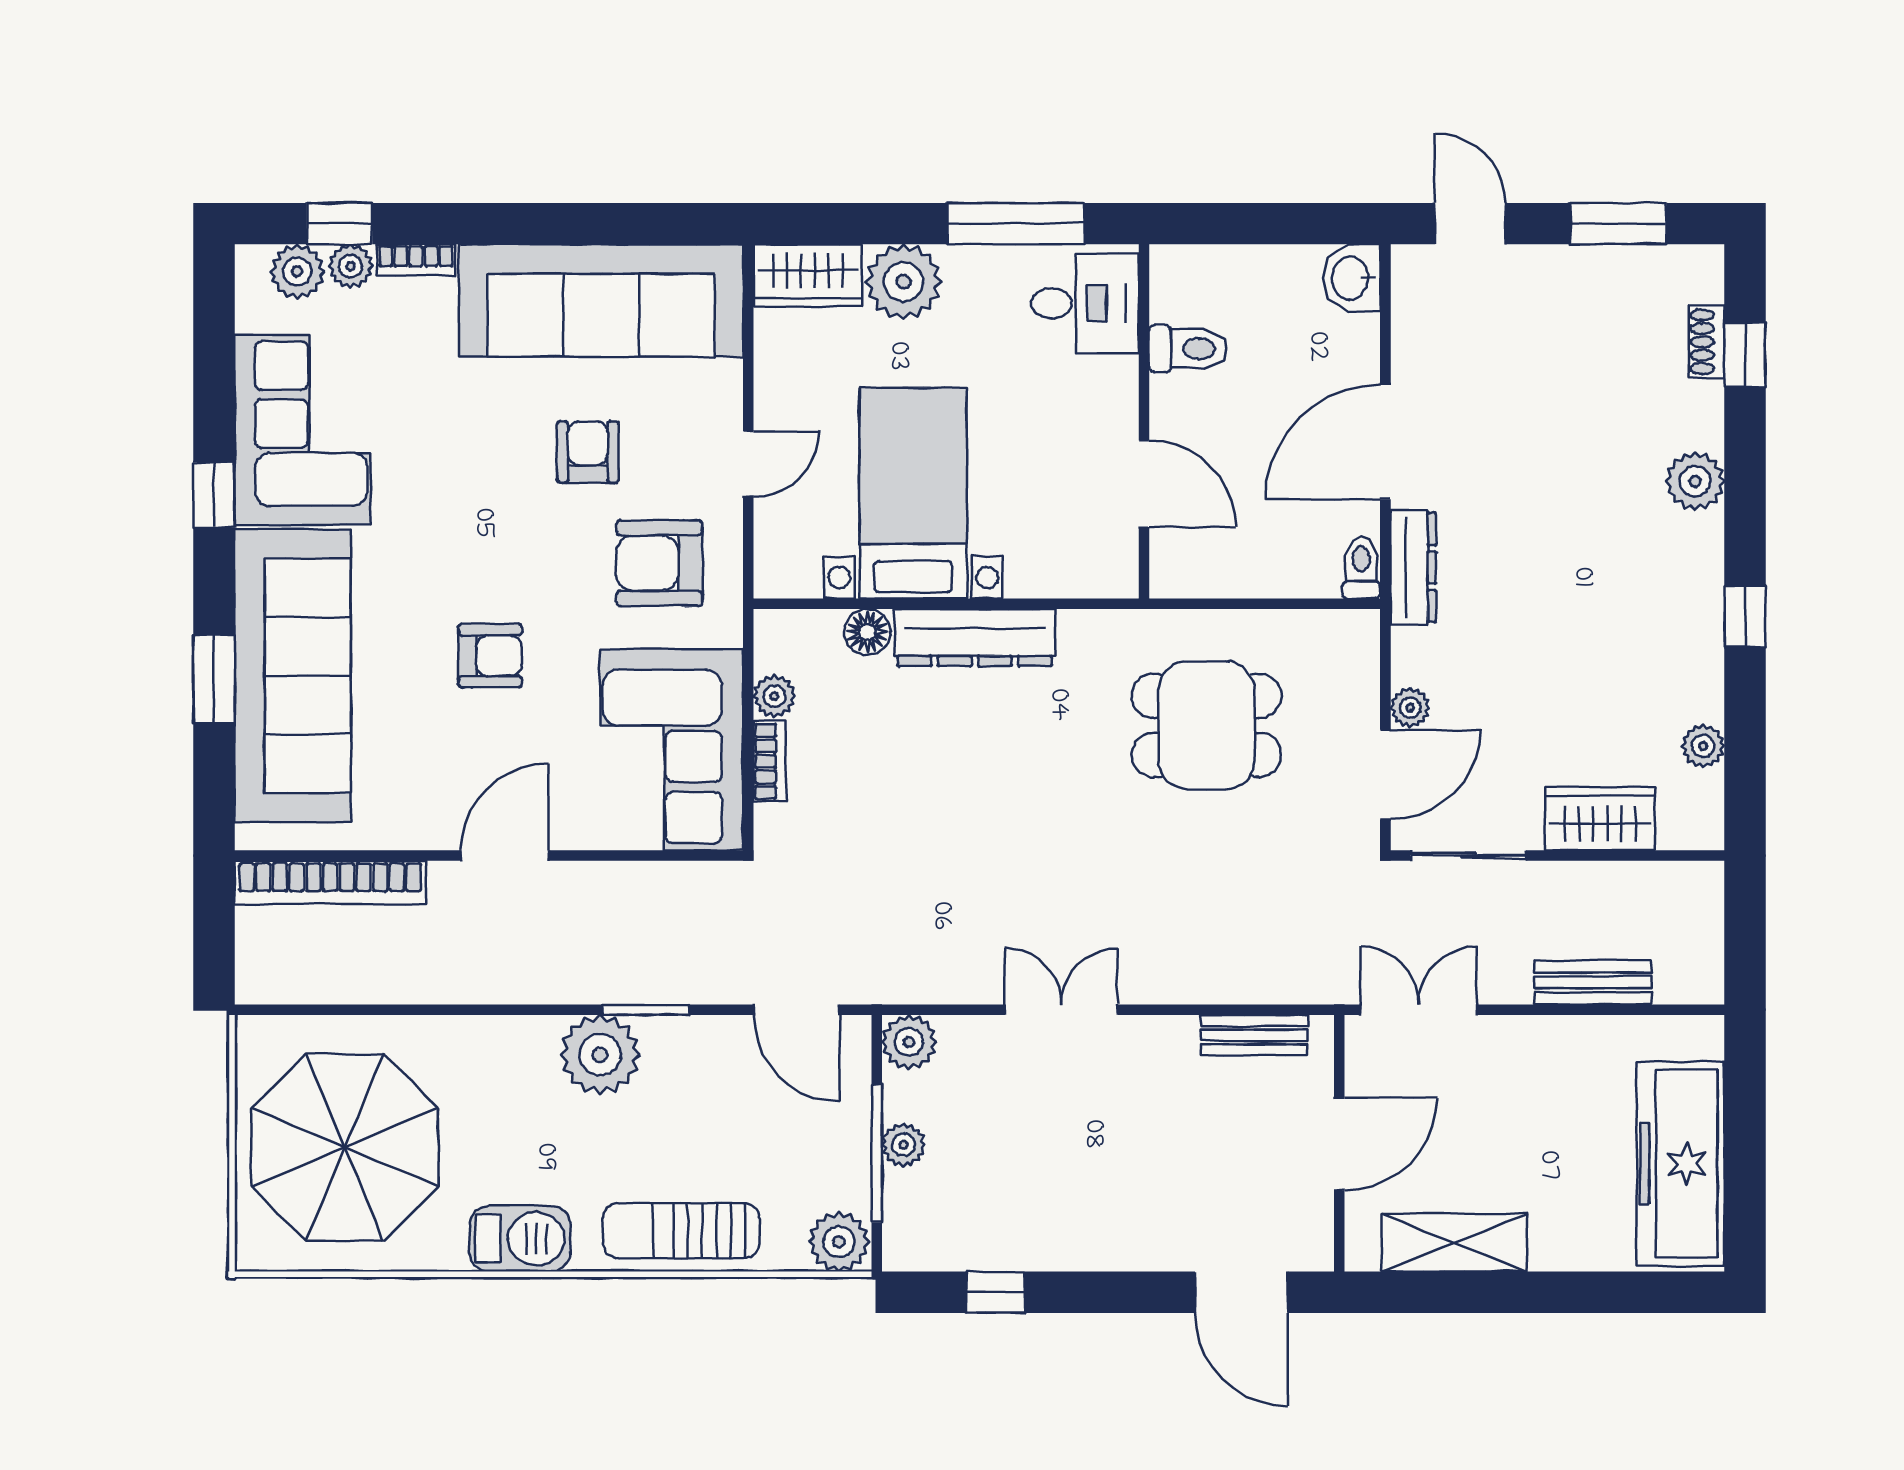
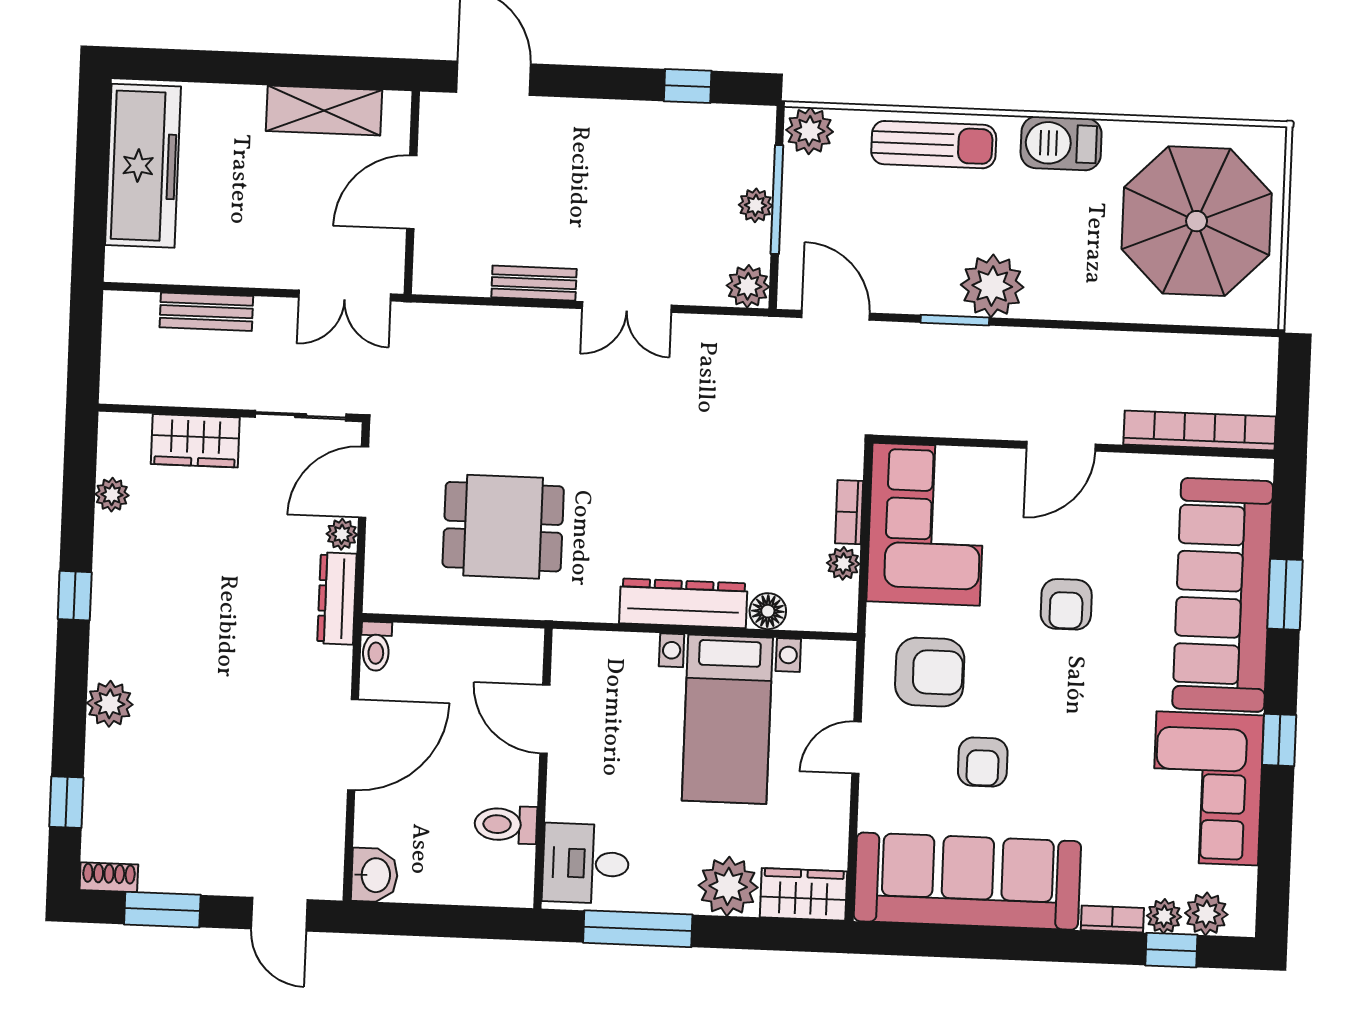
shoe rack: (1707, 342) -> (109, 877), moved, turned -90
dresser: (1413, 567) -> (337, 599), moved
armchair: (490, 656) -> (1066, 604), turned -90
bench: (1254, 1035) -> (534, 283), moved

